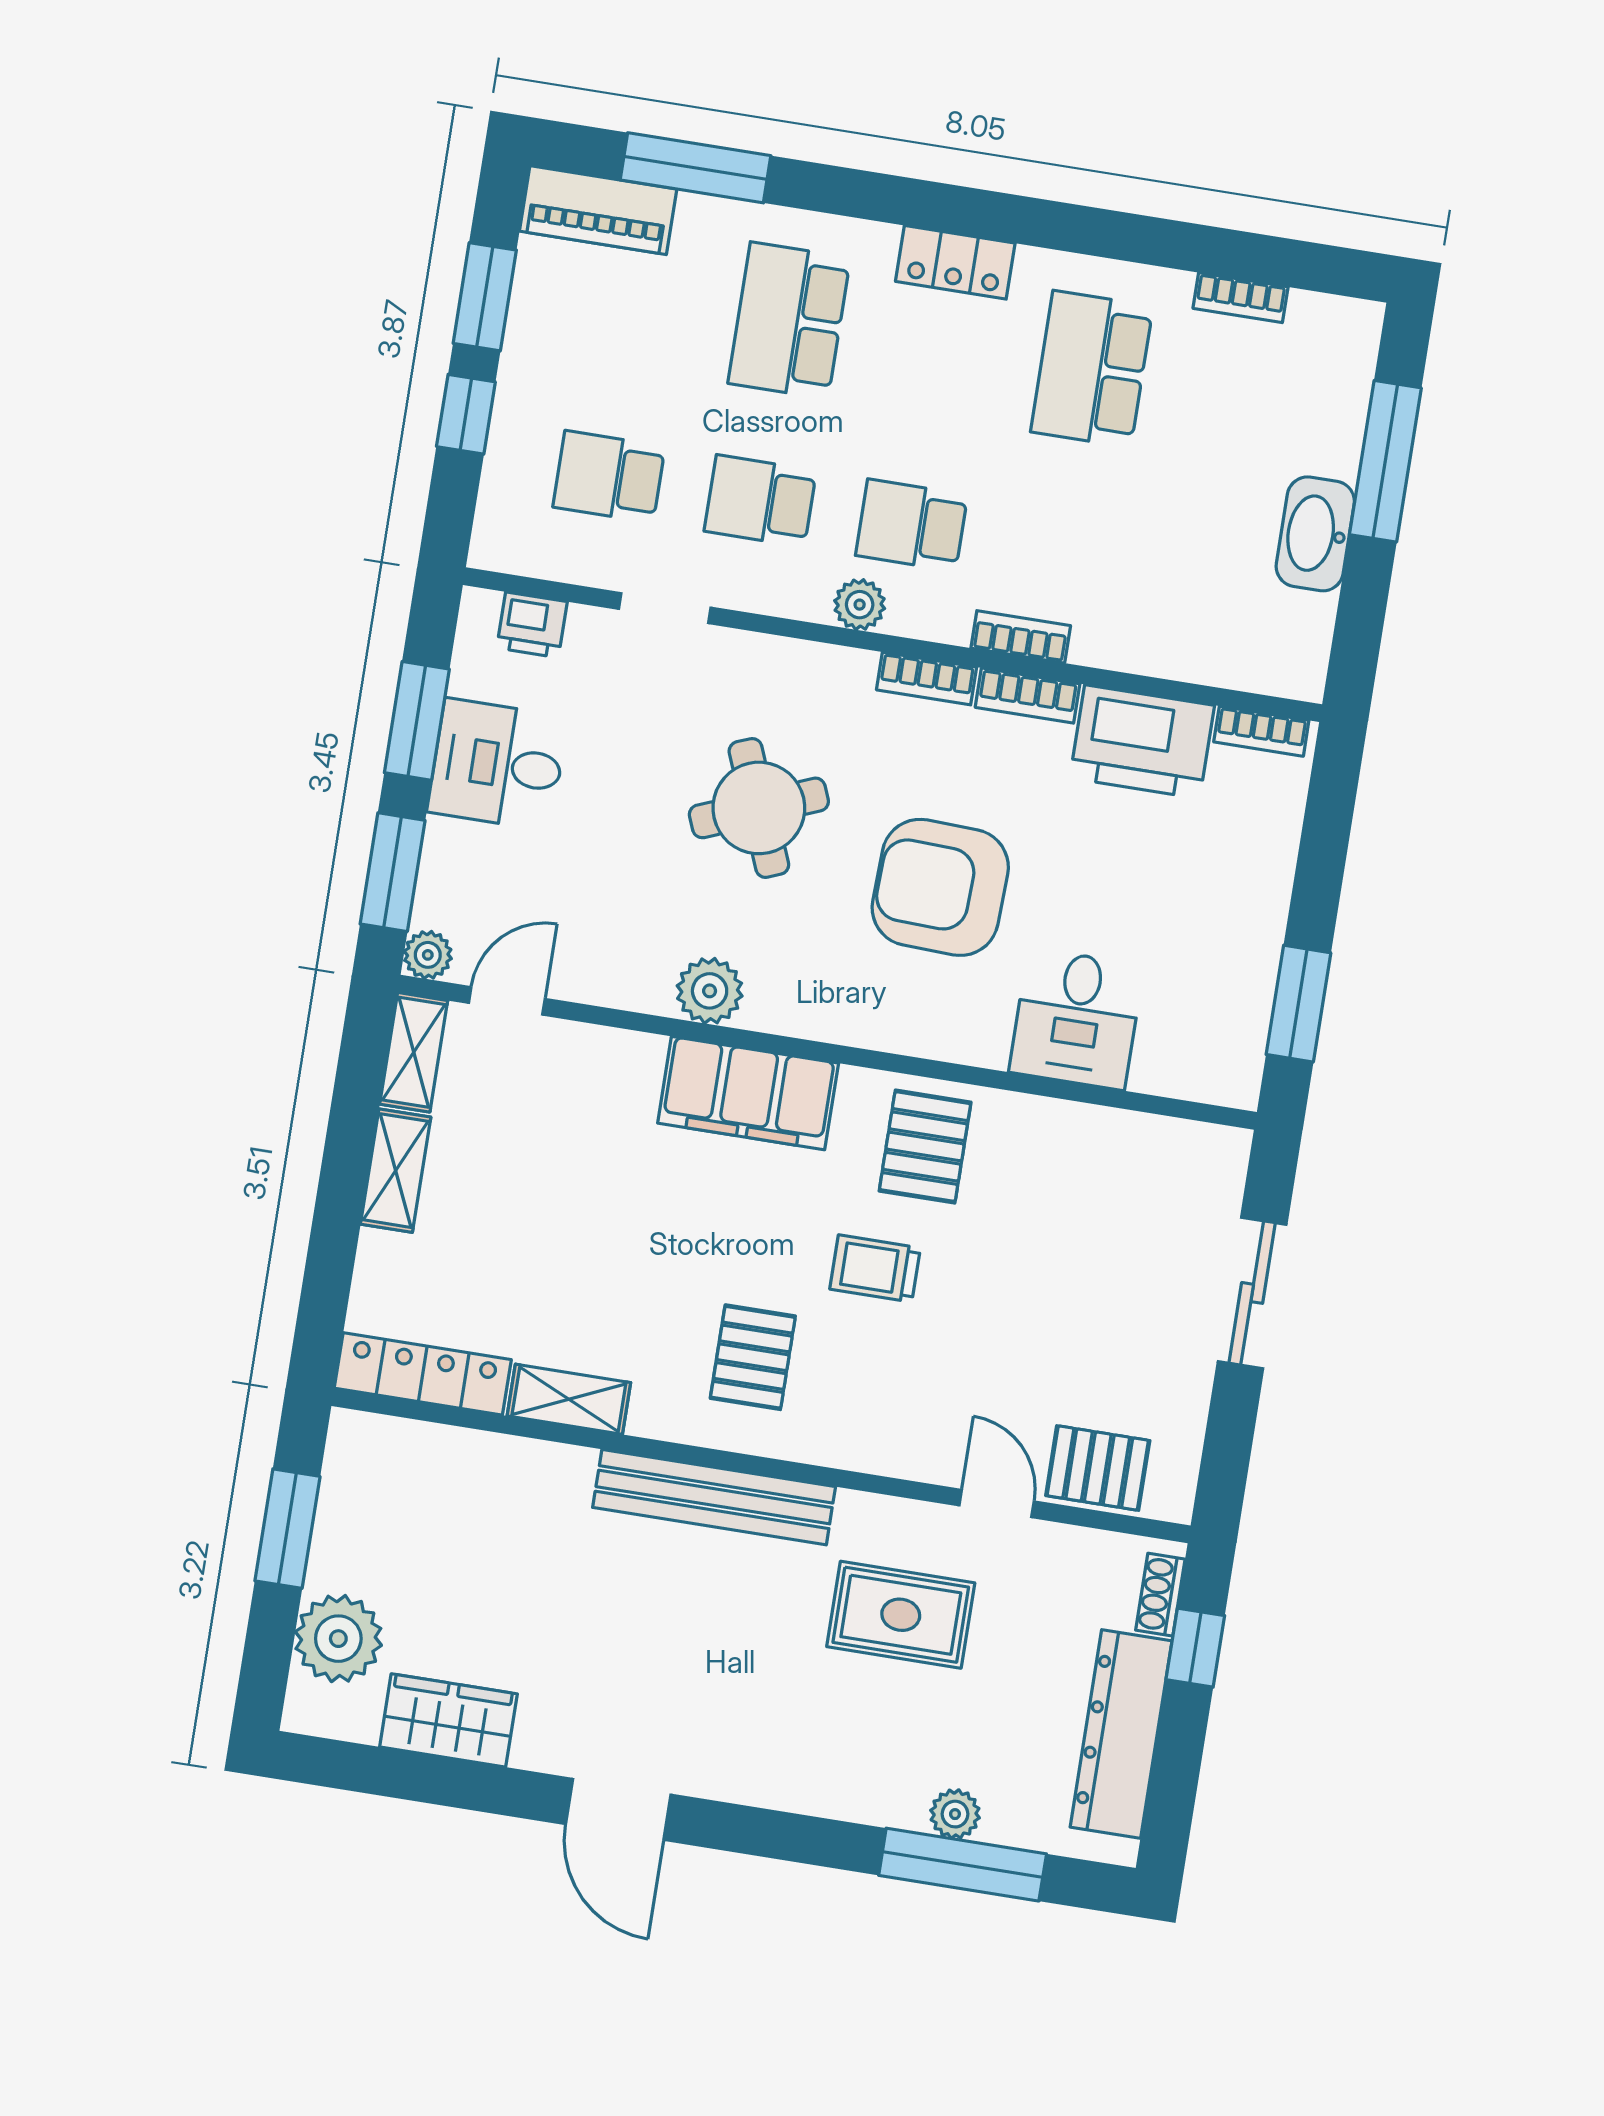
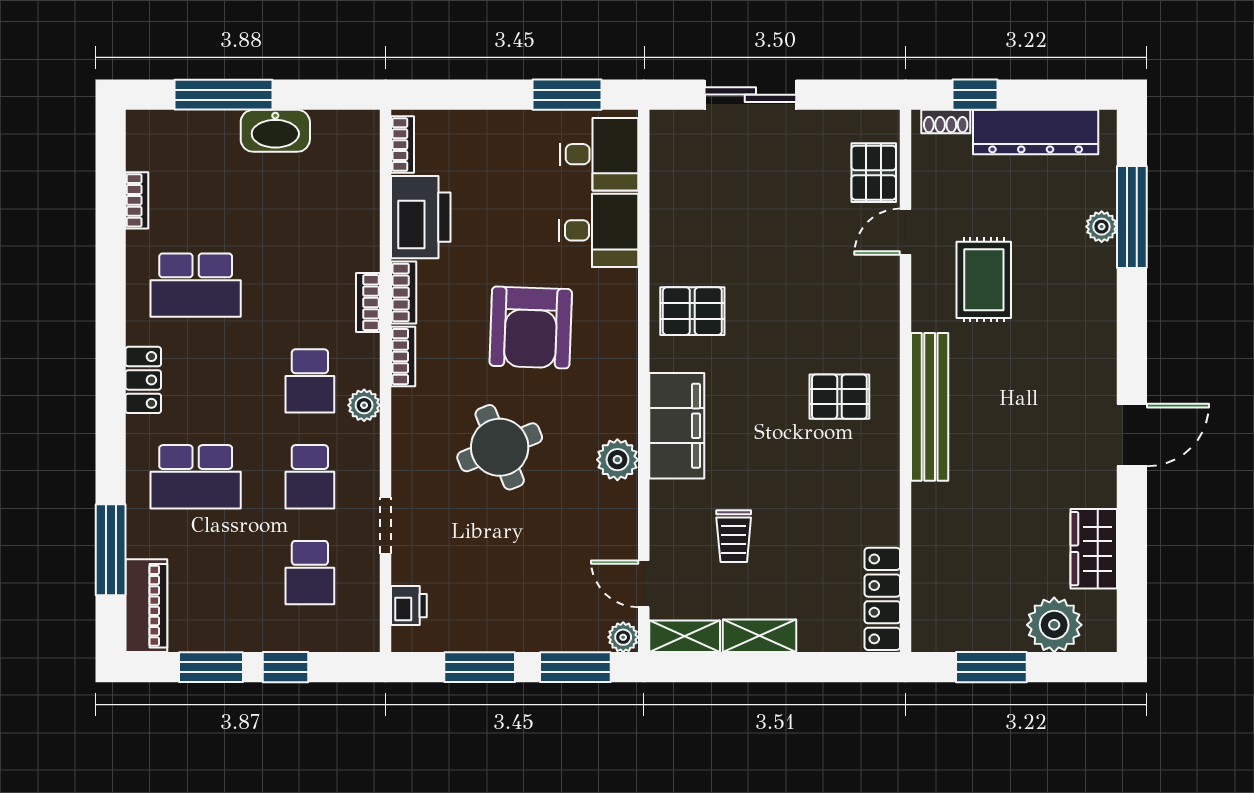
desk: (498, 764) -> (599, 154), moved, turned -90
trolley: (875, 1268) -> (734, 536), moved
shelving: (569, 1399) -> (884, 506), removed

